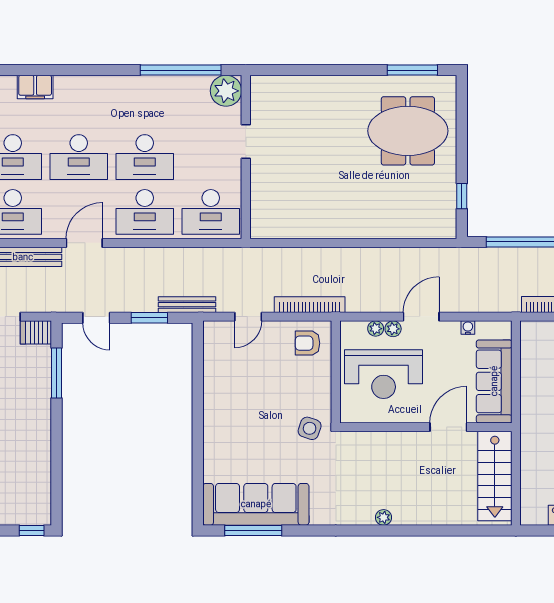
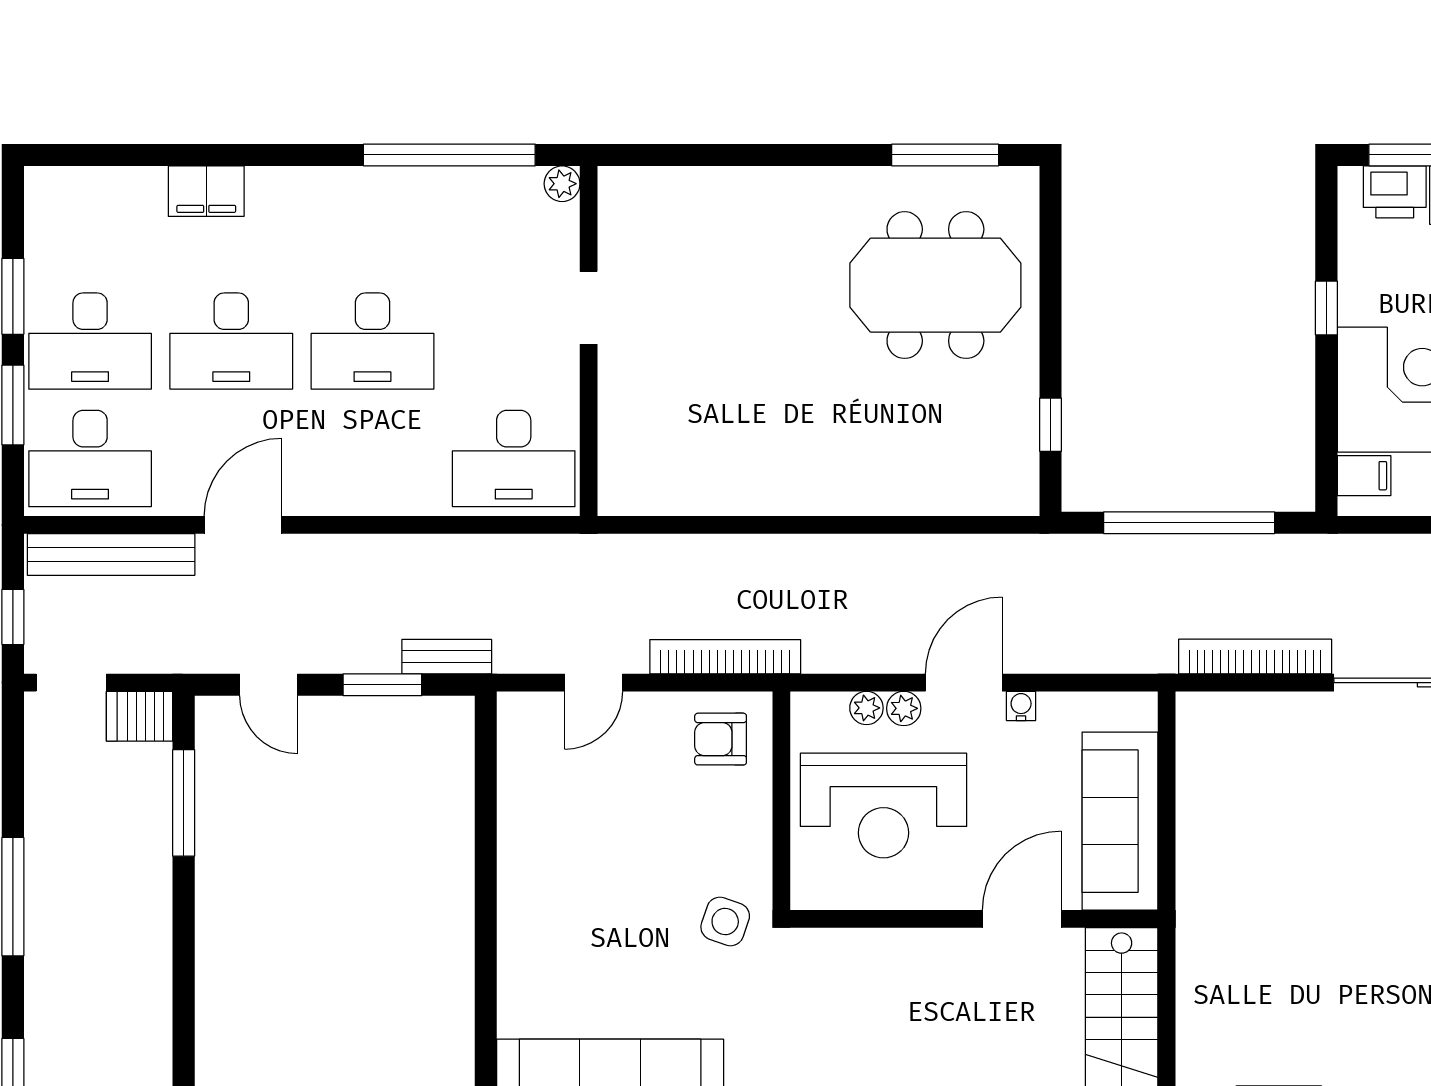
filing cabinet: (35, 87) -> (206, 191), moved
plant: (226, 91) -> (562, 184), width x0.53, depth x0.53
desk: (145, 212) -> (372, 459), removed
bench: (187, 305) -> (447, 657), width x0.73
water cooler: (468, 328) -> (1021, 706), moved

